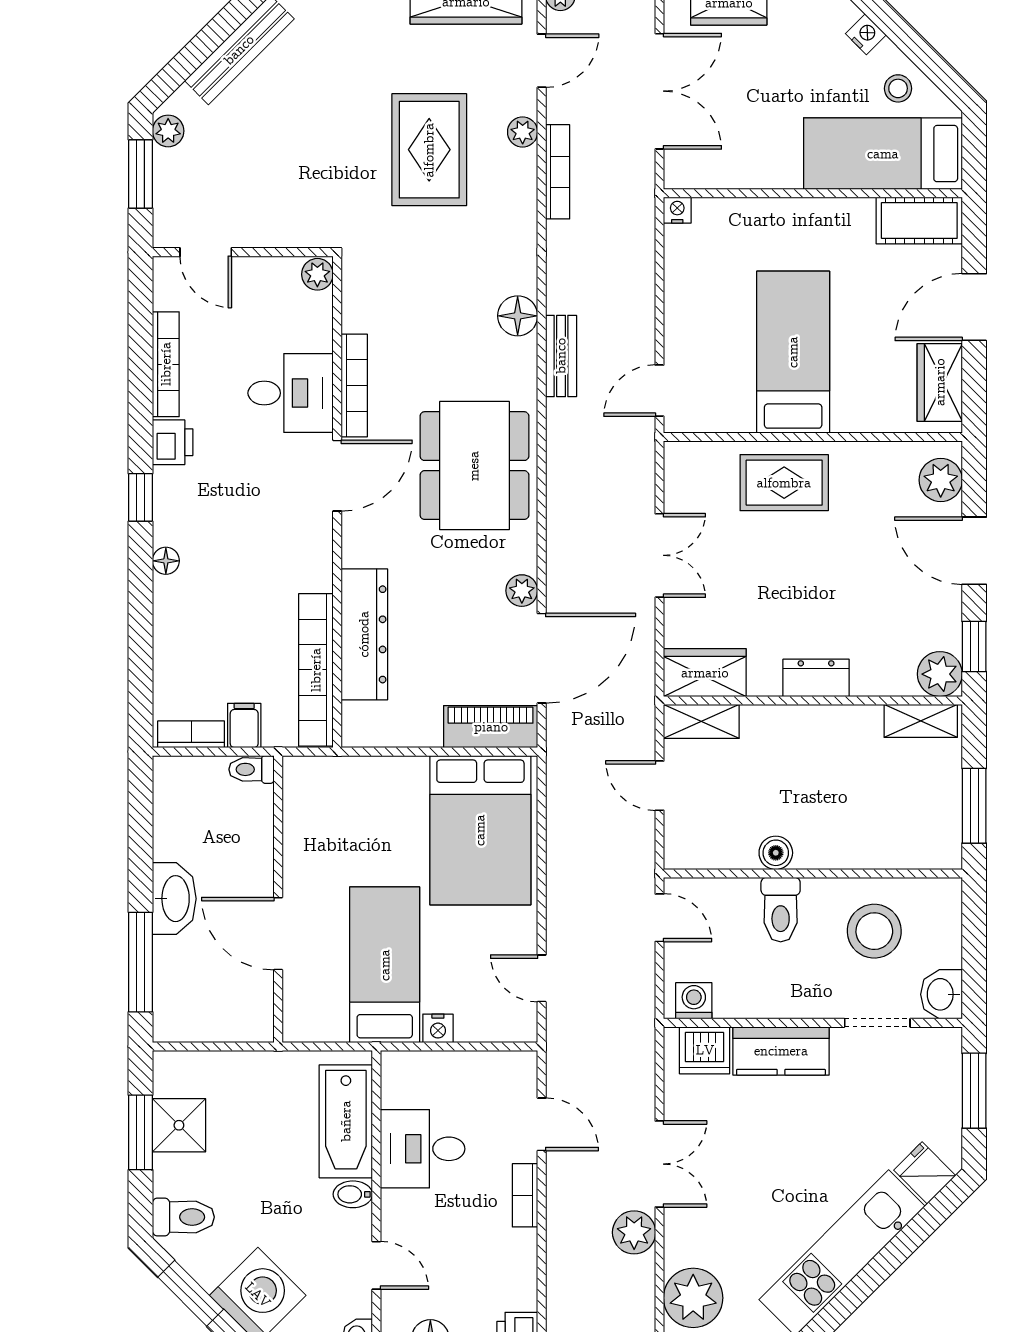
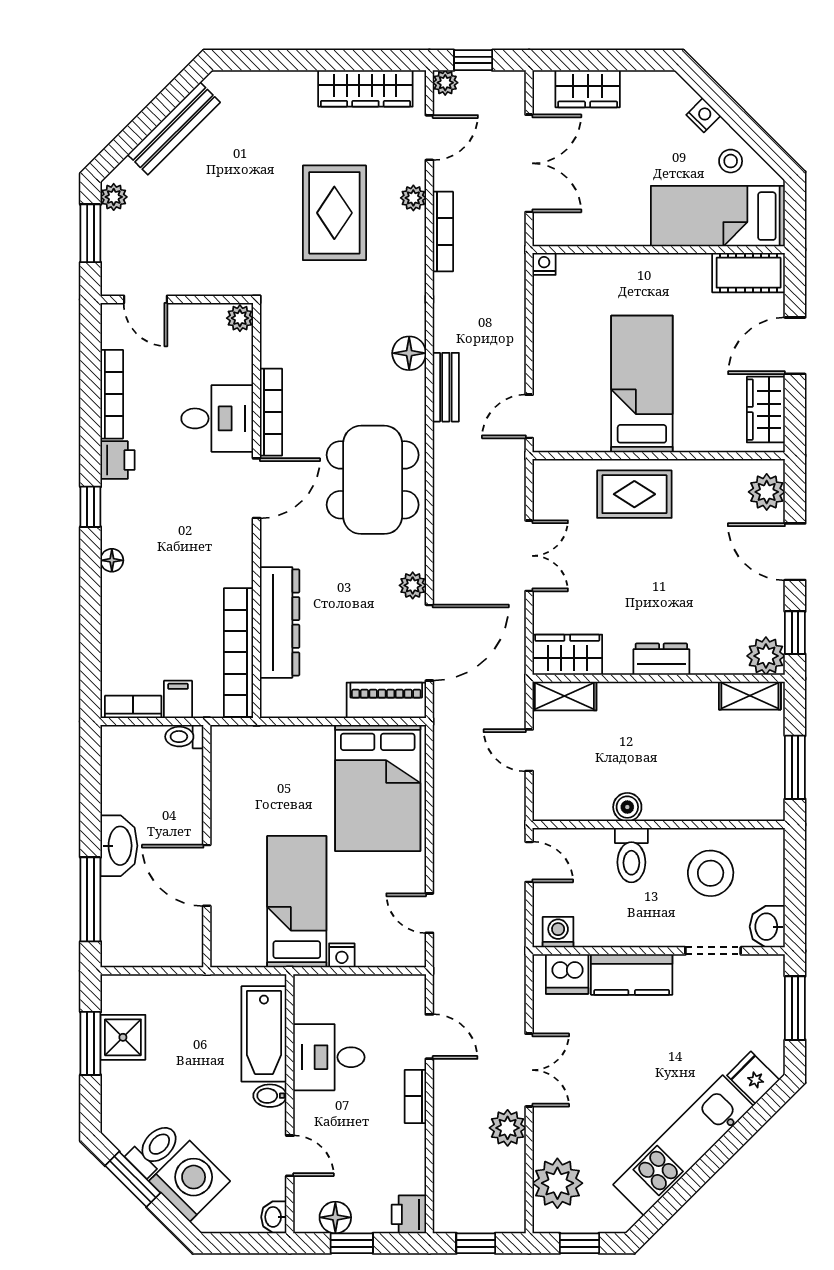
toilet: (183, 1217) -> (154, 1149), moved, turned -45

